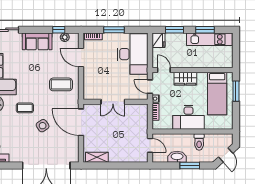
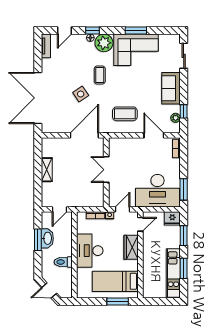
window: (114, 30) -> (184, 189), moved
door: (81, 57) -> (154, 135), hinge flipped
coffee table: (61, 84) -> (125, 114), turned 90
shelving: (97, 157) -> (47, 170), moved
window: (190, 165) -> (38, 240), moved

